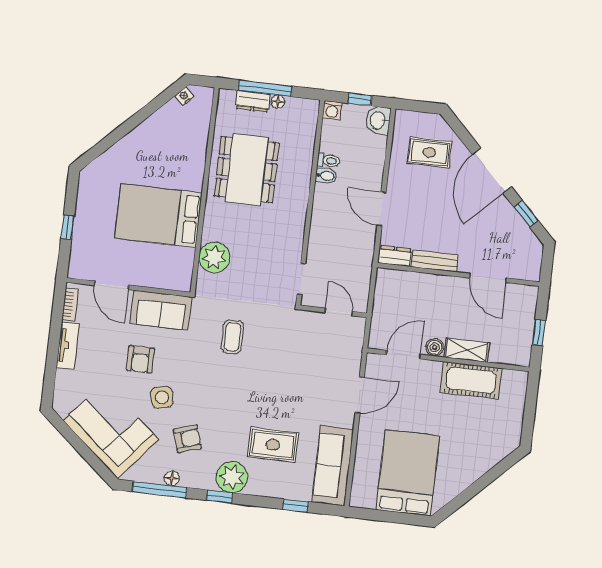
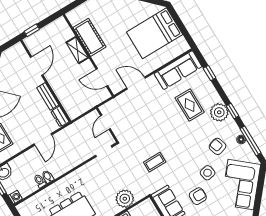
window: (539, 332) -> (32, 30), moved
boiler: (435, 347) -> (87, 66), removed

